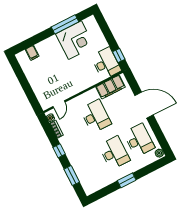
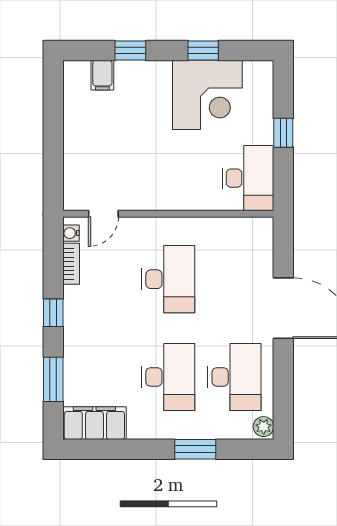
window: (65, 24) -> (203, 51), width x0.46
window: (38, 38) -> (130, 51), added
window: (119, 56) -> (283, 133), moved
filing cabinet: (111, 87) -> (94, 423), moved, turned 180
window: (127, 180) -> (195, 449), moved

